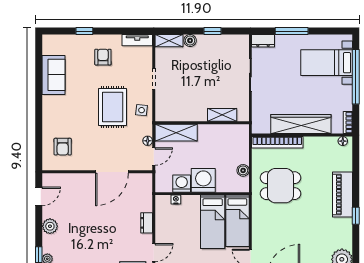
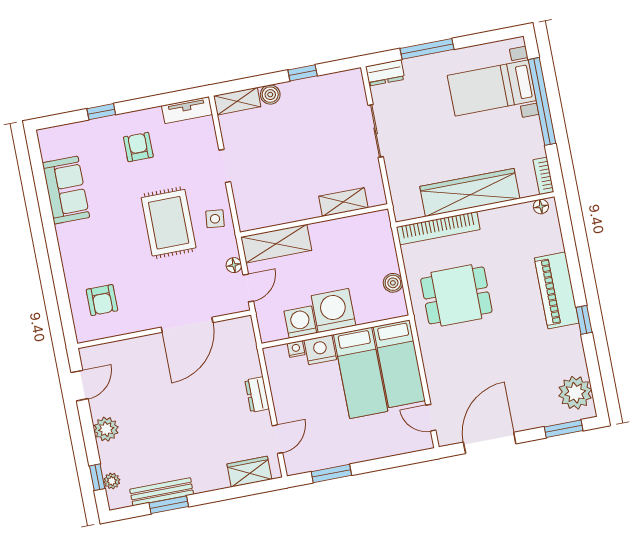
nightstand: (191, 203) -> (320, 350), added

